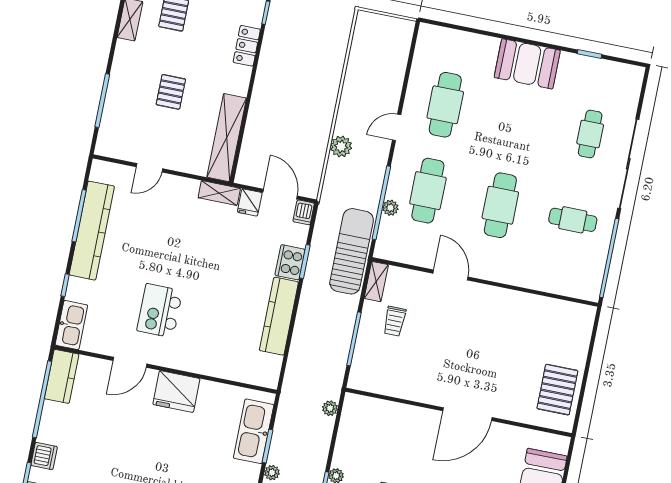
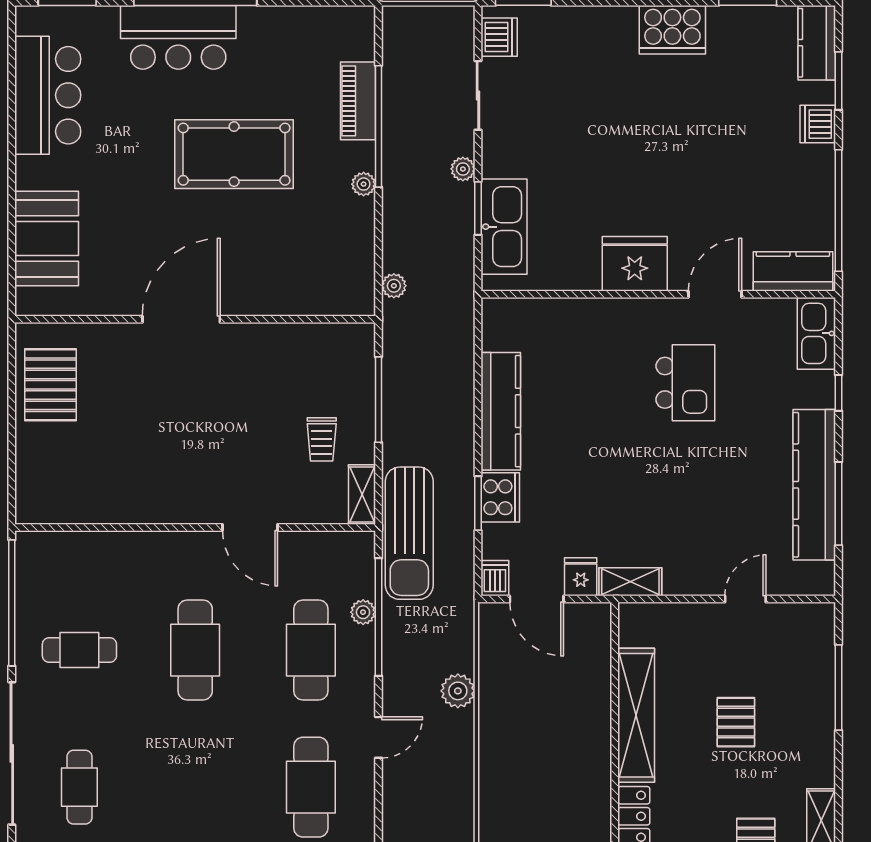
shelving: (227, 138) -> (636, 715), moved
trolley: (395, 321) -> (322, 439), turned 180
kitchen counter: (62, 376) -> (793, 271), moved, turned 90

